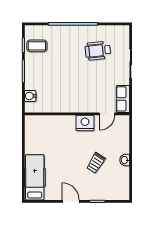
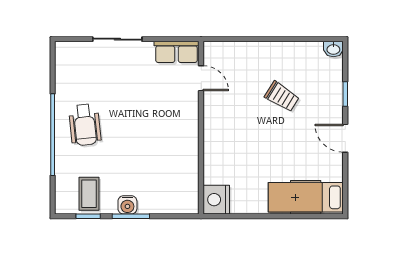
wheelchair: (98, 51) -> (85, 125), moved
water cooler: (30, 96) -> (127, 205), moved
nightstand: (85, 123) -> (216, 200), moved
washbasin: (125, 160) -> (333, 49), moved
door: (71, 201) -> (345, 138), hinge flipped

